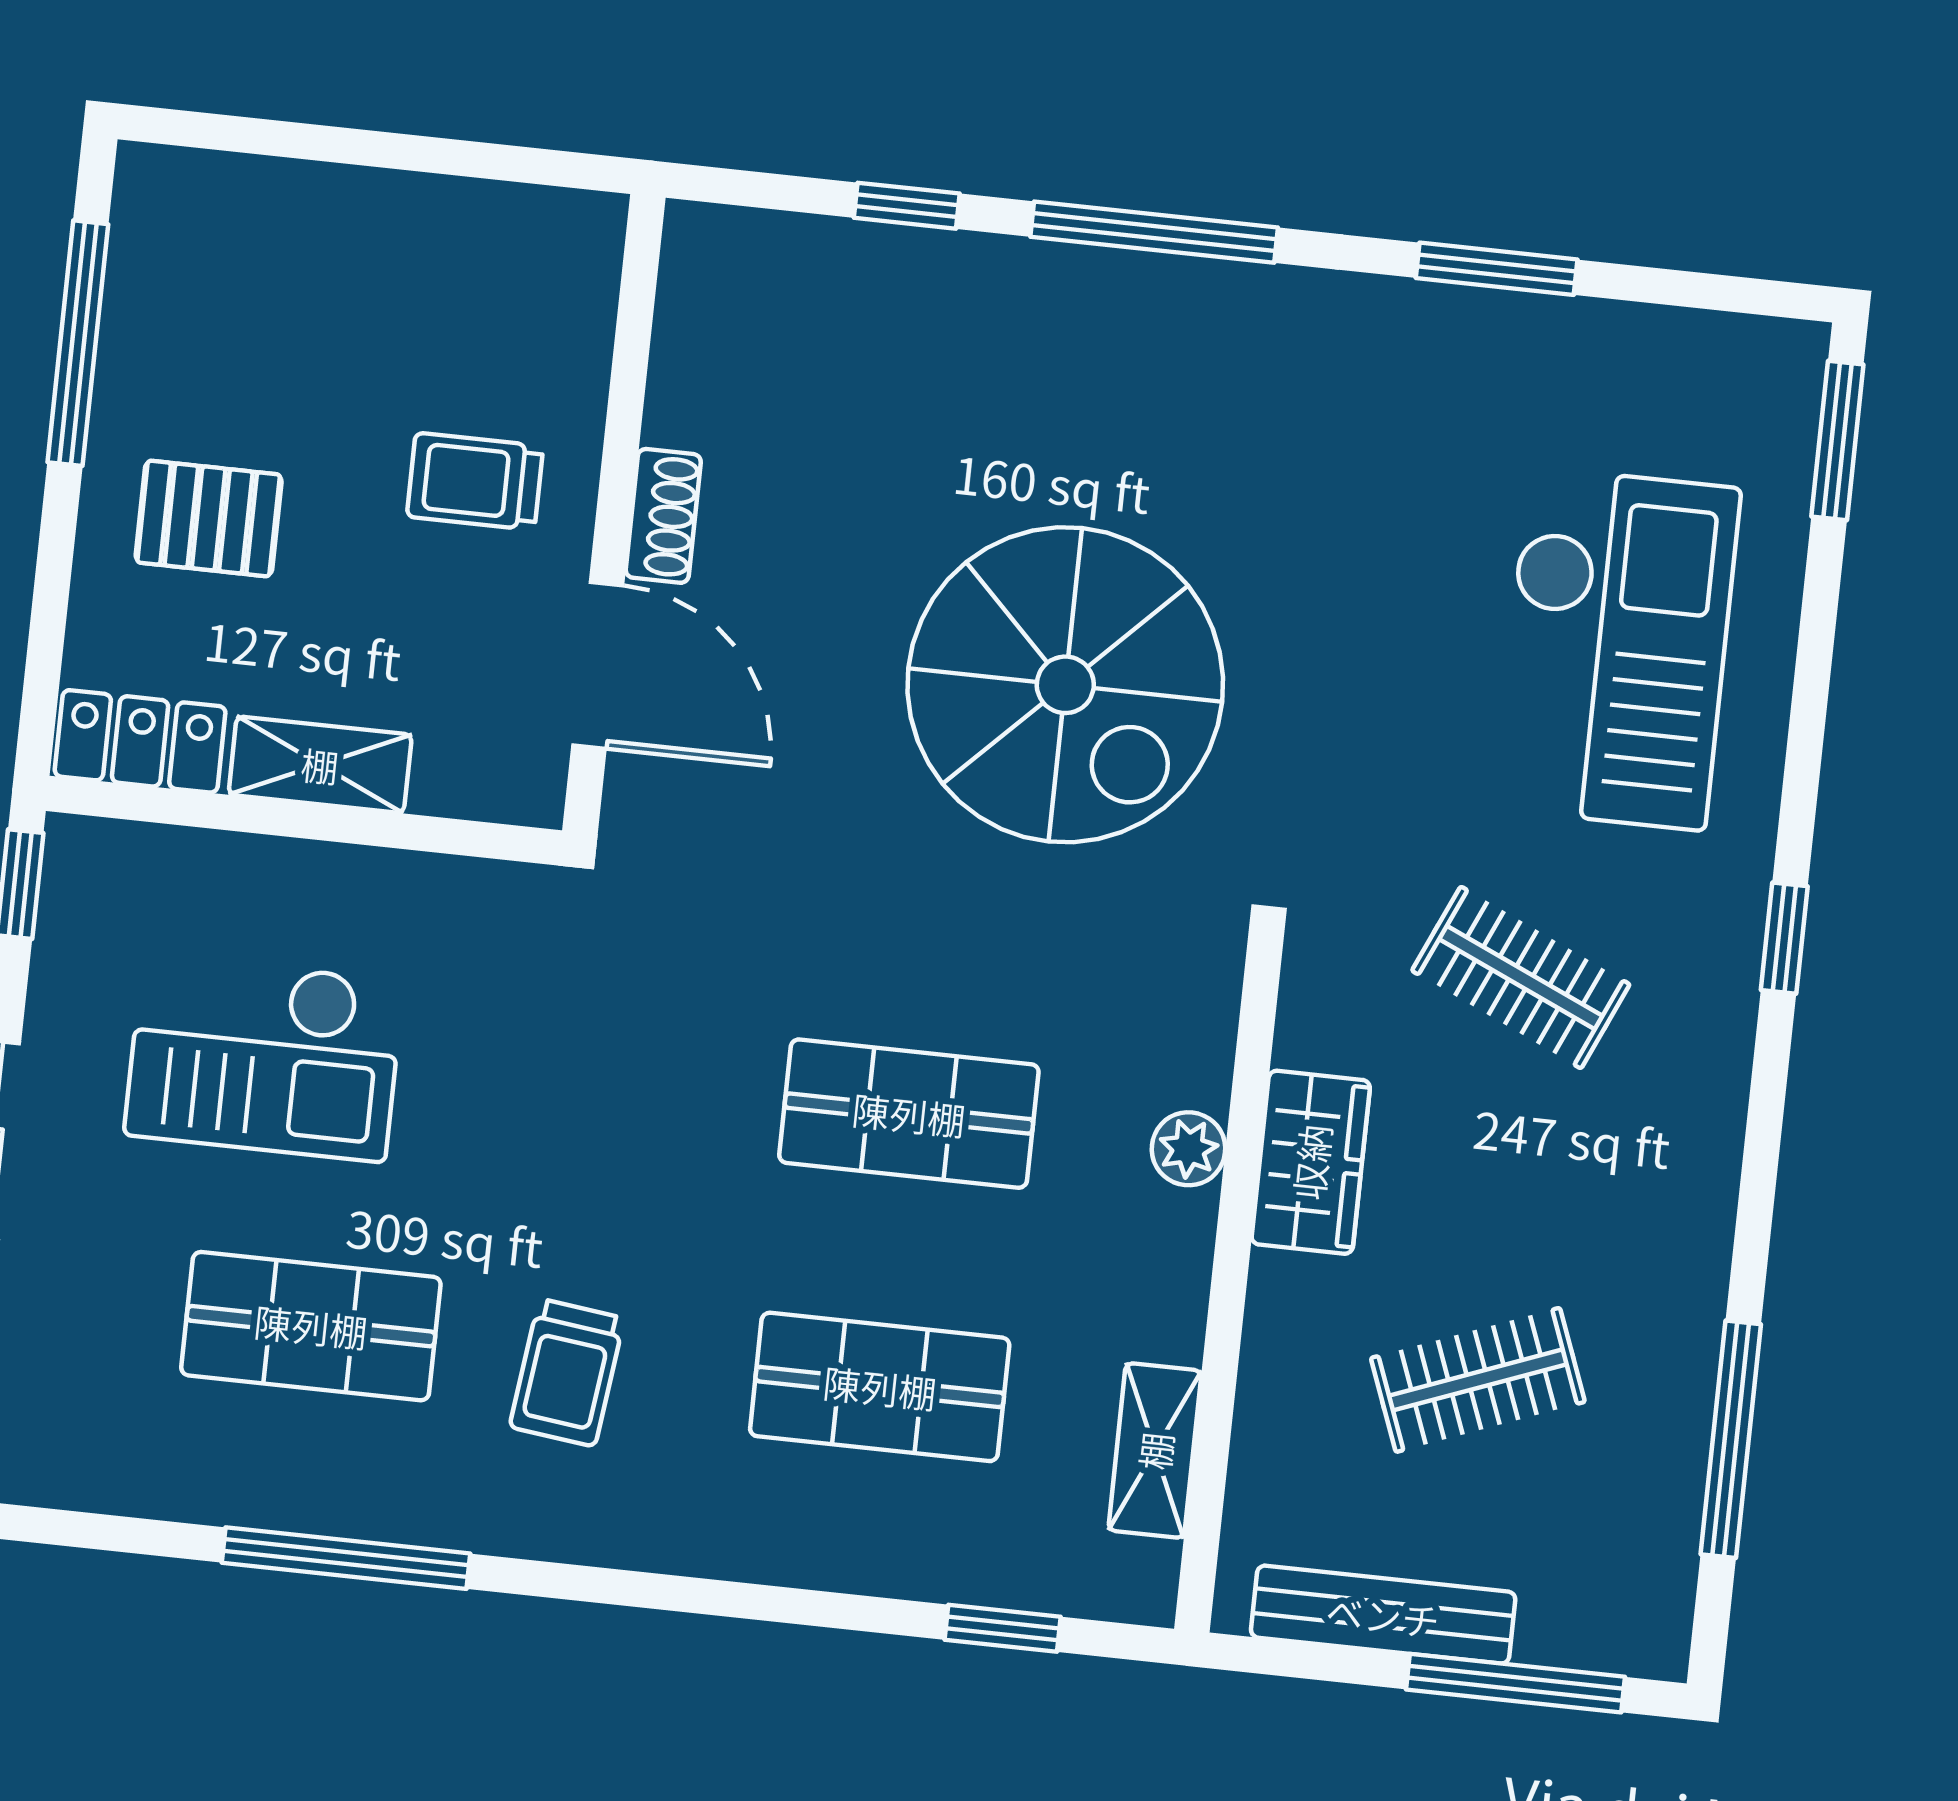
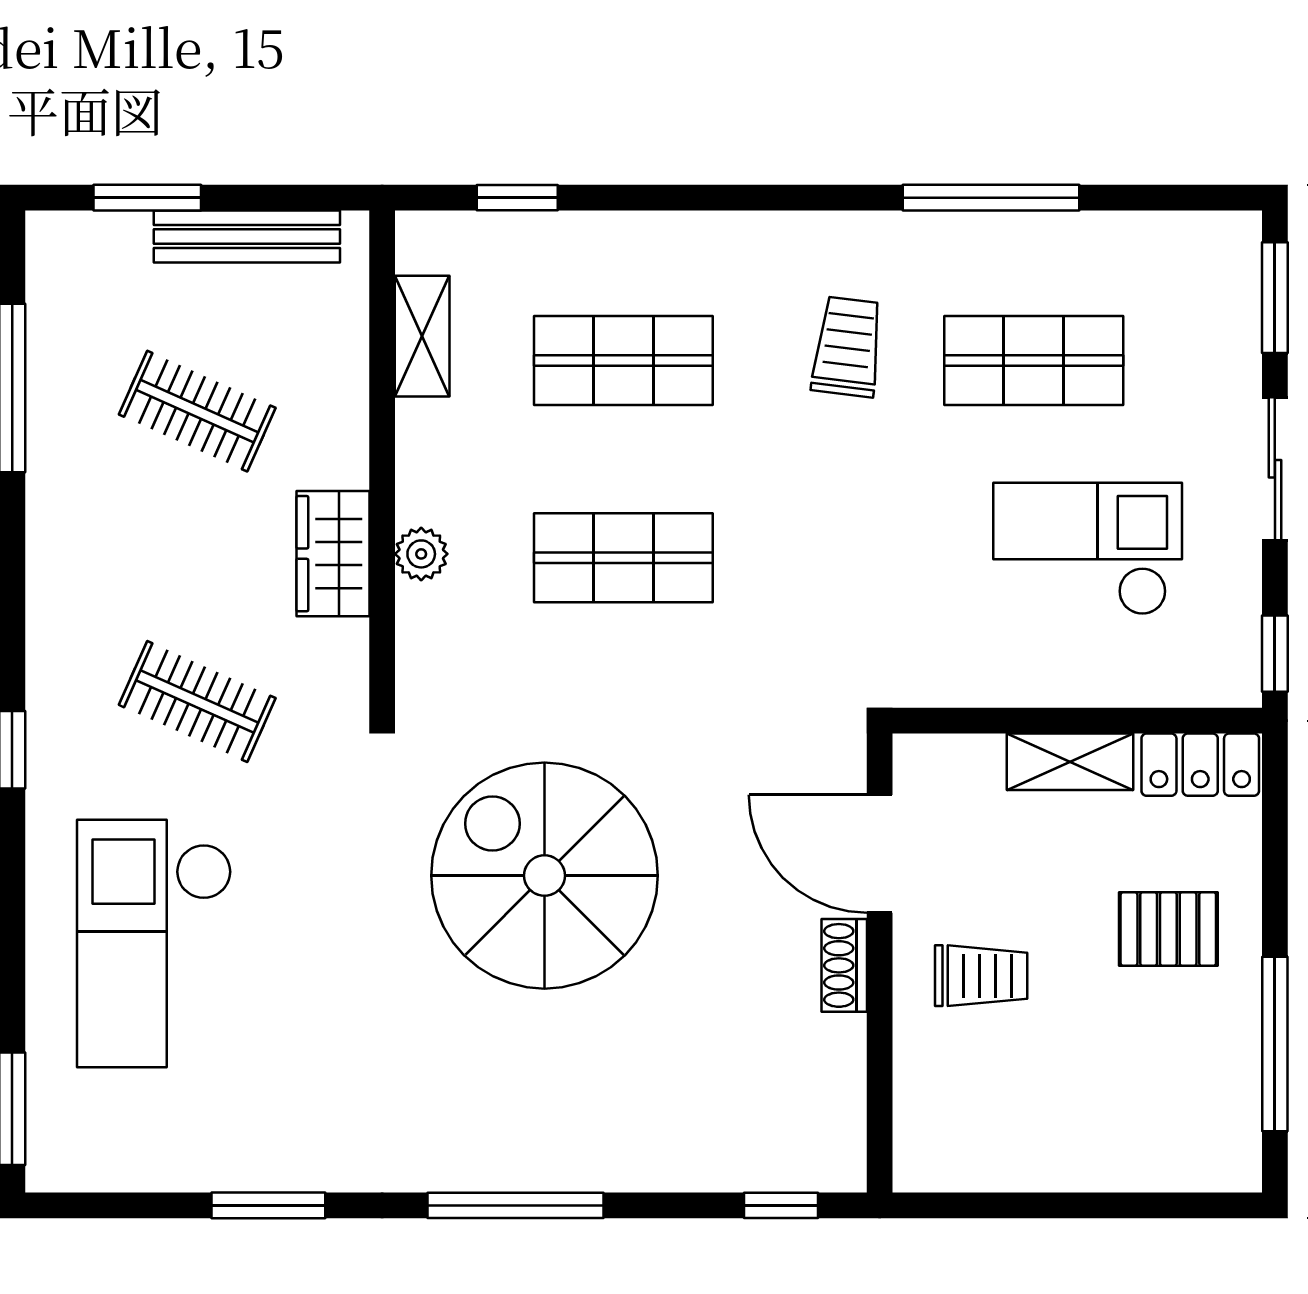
window: (907, 206) -> (781, 1205), moved
clothes rail: (1478, 1380) -> (197, 411), turned 45
window: (1515, 1683) -> (147, 198), width x0.69

